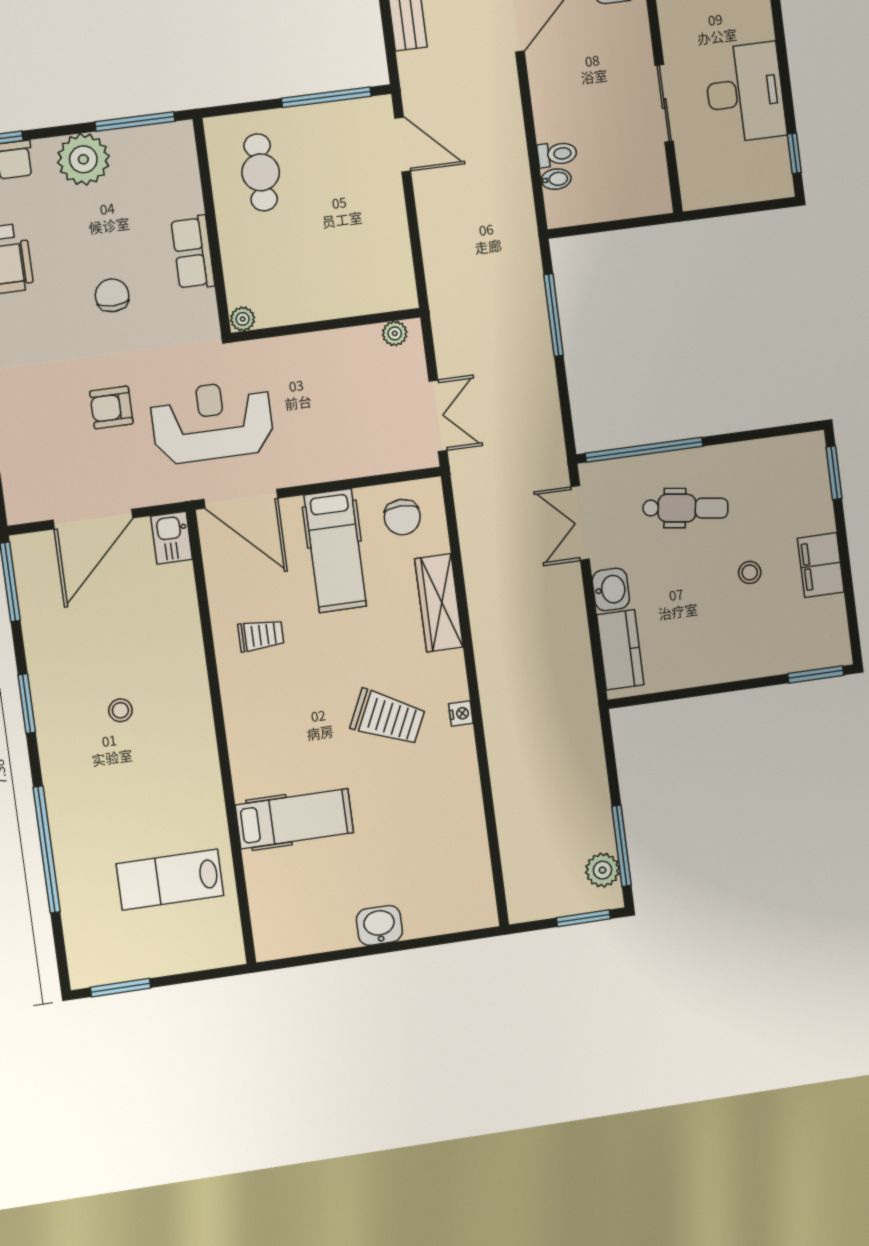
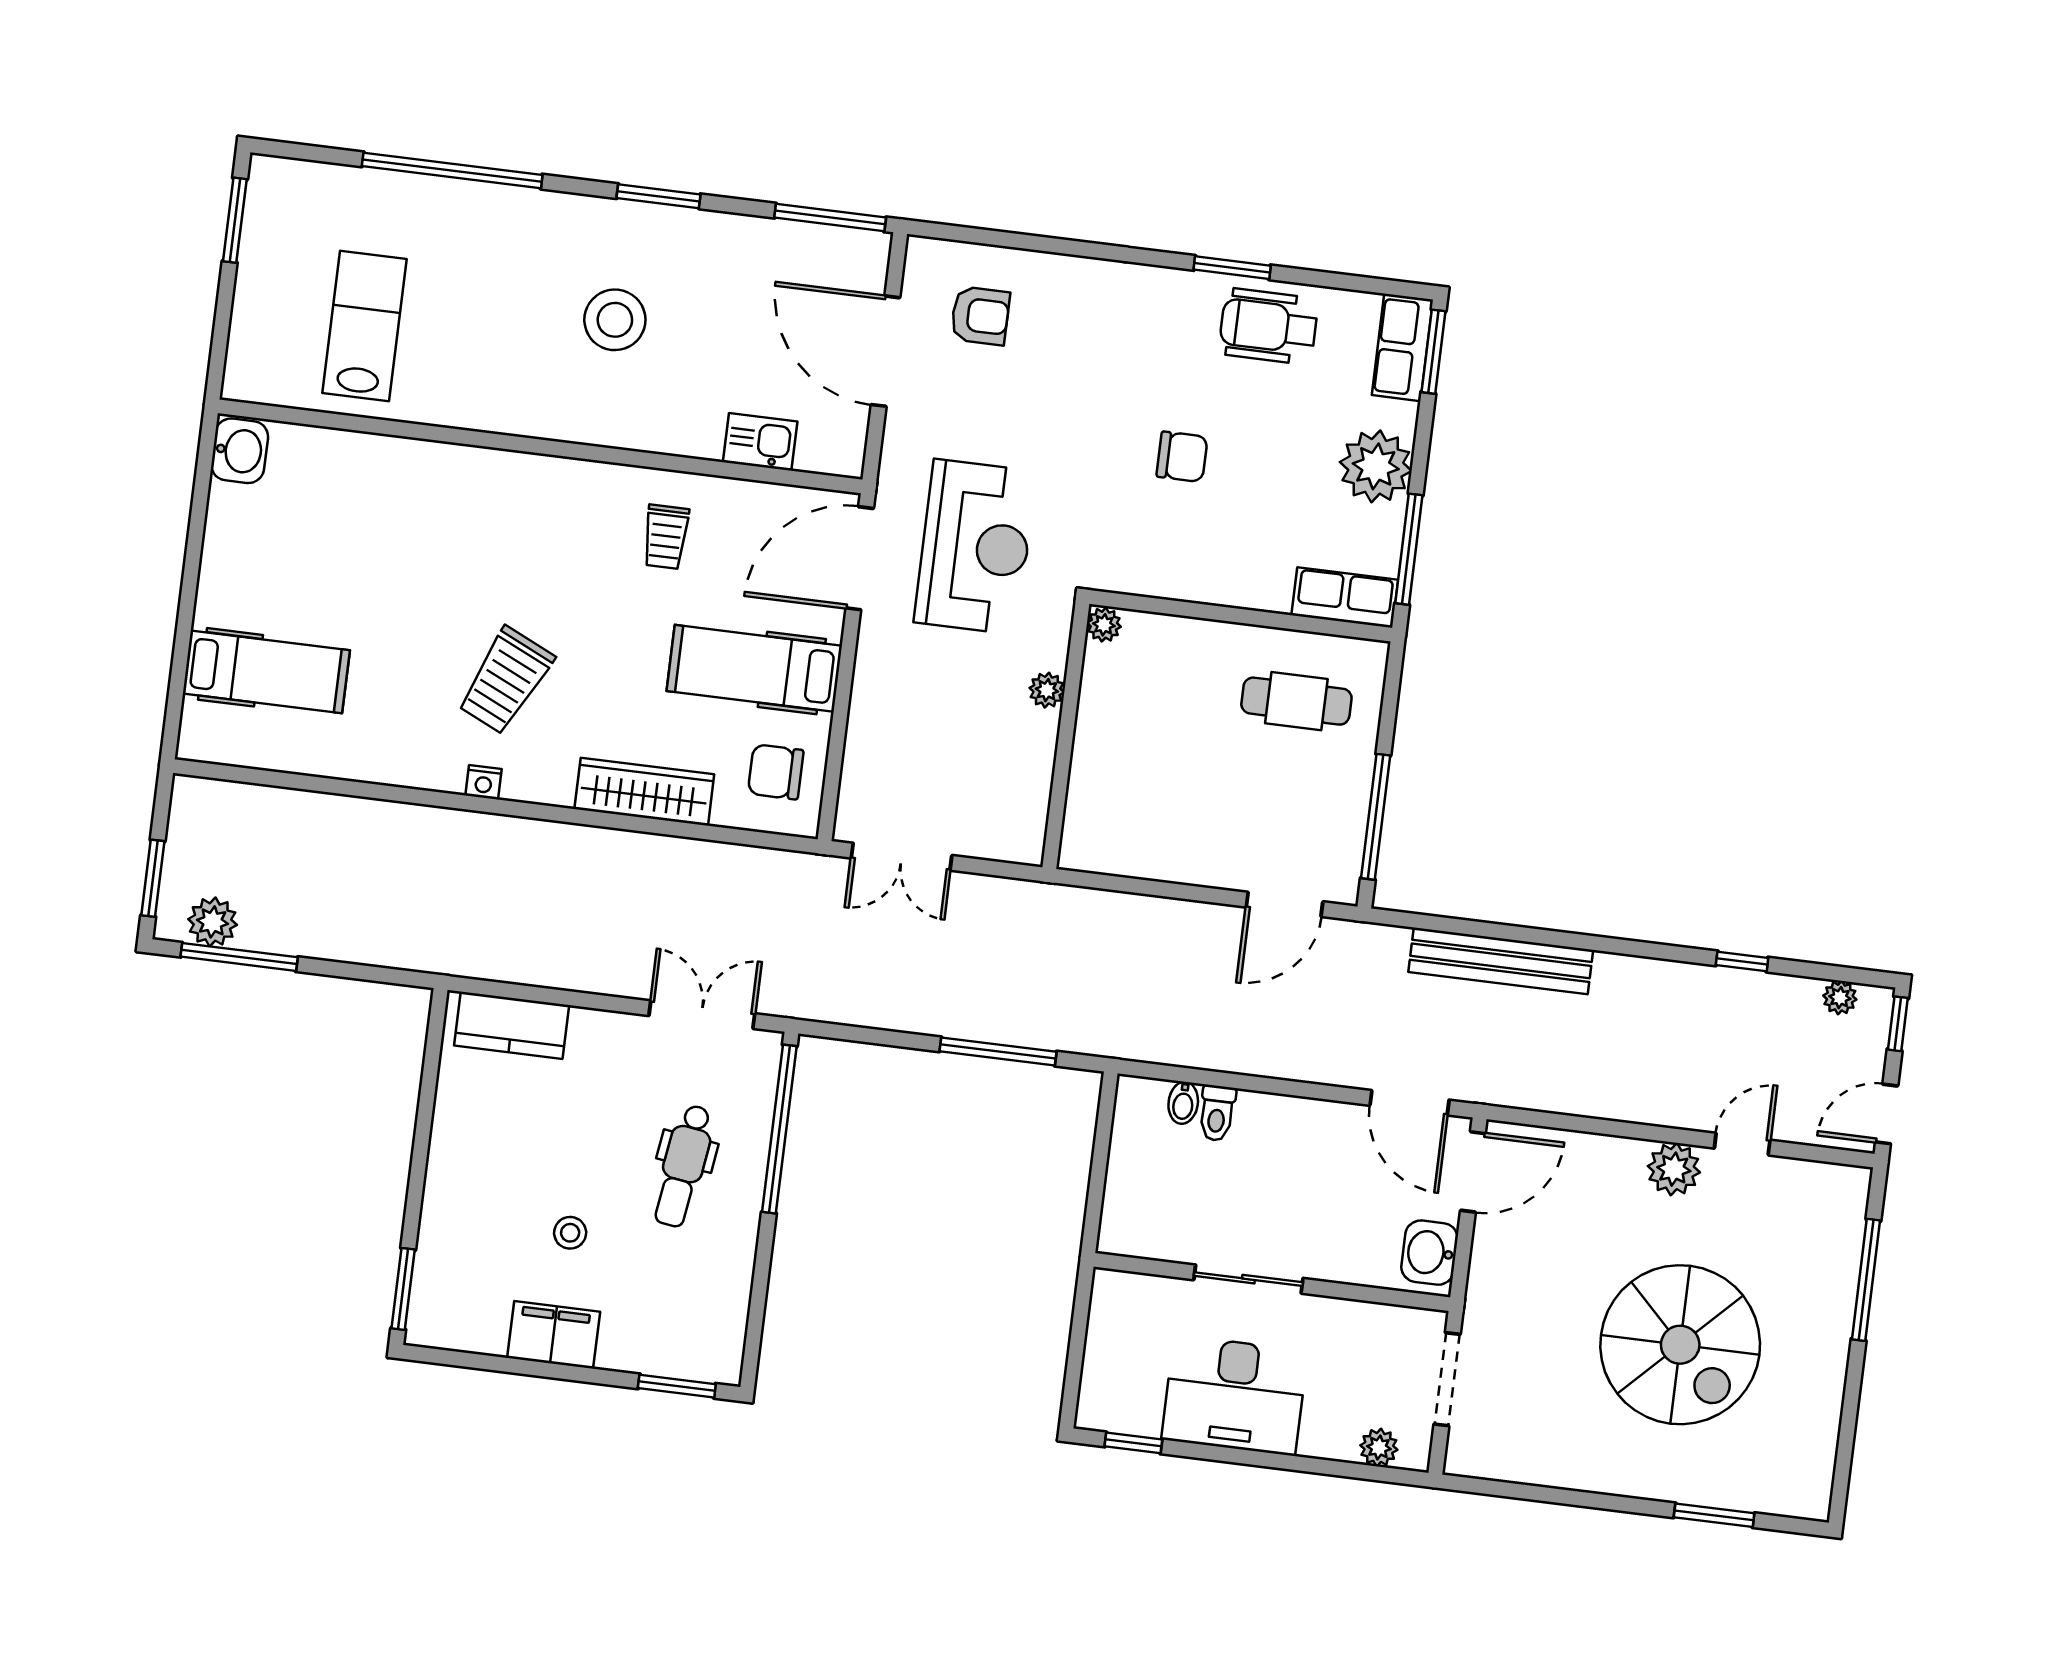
row of seats: (193, 253) -> (1345, 597), moved
plant: (395, 333) -> (1047, 690), moved
armchair: (111, 407) -> (980, 316), moved, turned 90
kitchen sink: (172, 538) -> (760, 442), moved
washbasin: (611, 589) -> (599, 1034), removed
stool: (120, 710) -> (615, 320), width x1.89, depth x1.89
hospital bed: (294, 819) -> (266, 672), moved, turned -90
washbasin: (379, 925) -> (240, 451), moved

